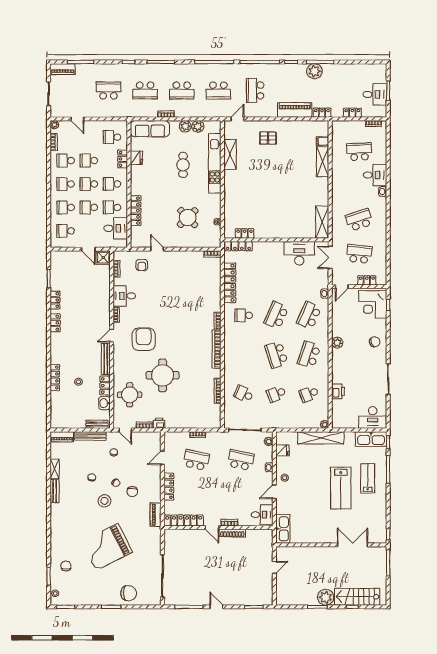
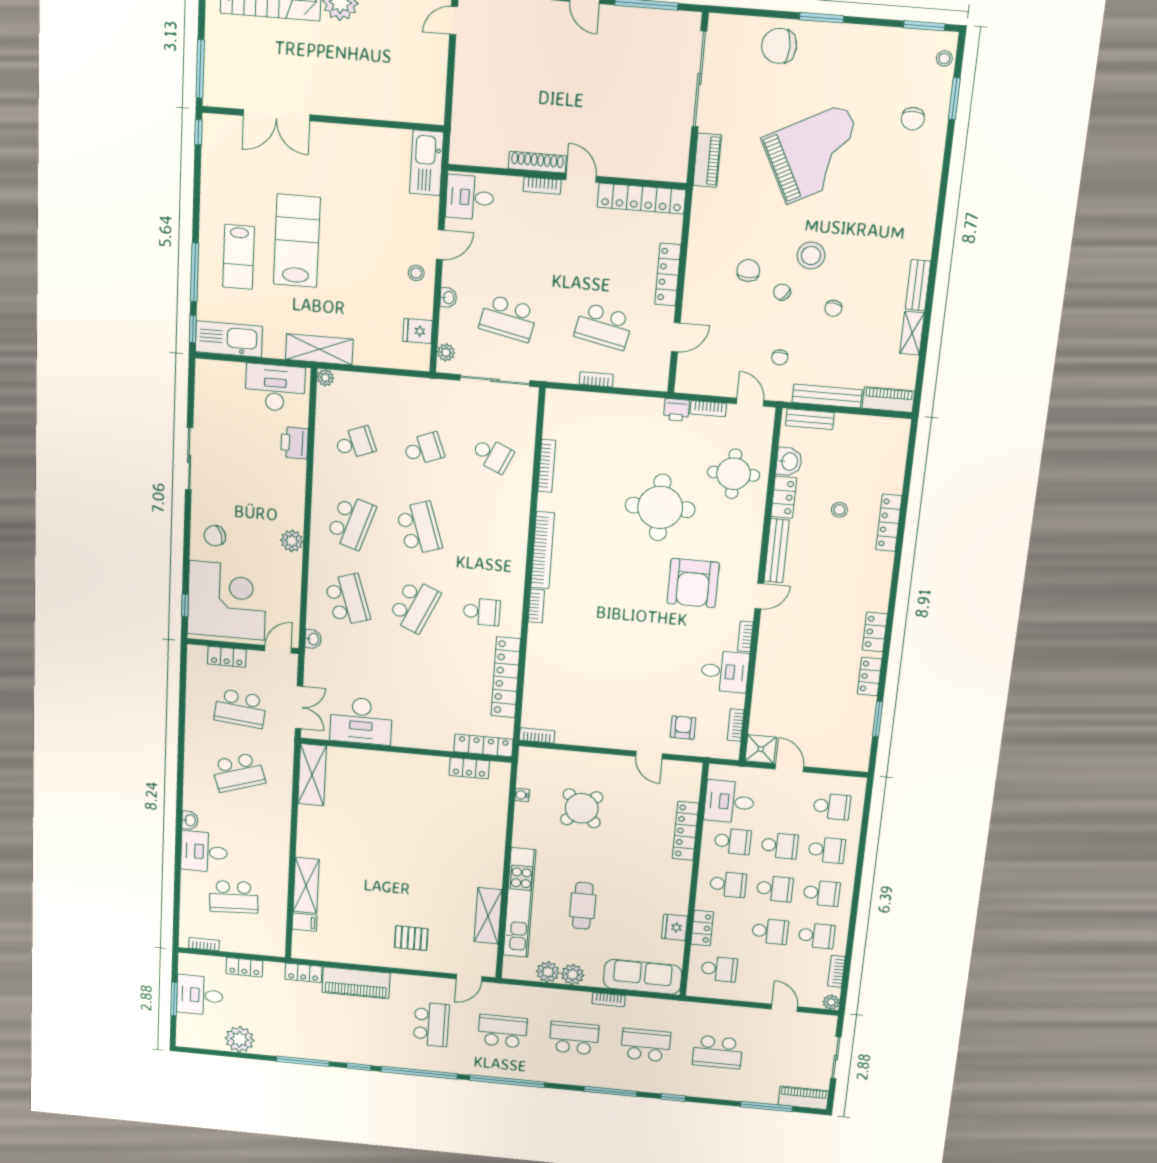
plant: (314, 71) -> (240, 1039), moved
corner desk: (373, 304) -> (227, 600), width x1.36, depth x1.36
school desk: (309, 315) -> (347, 600), turned -42
desk: (373, 417) -> (275, 388), moved
shelving: (321, 438) -> (319, 349), width x0.68
piano: (156, 515) -> (707, 160), moved
door: (274, 567) -> (454, 21), moved

